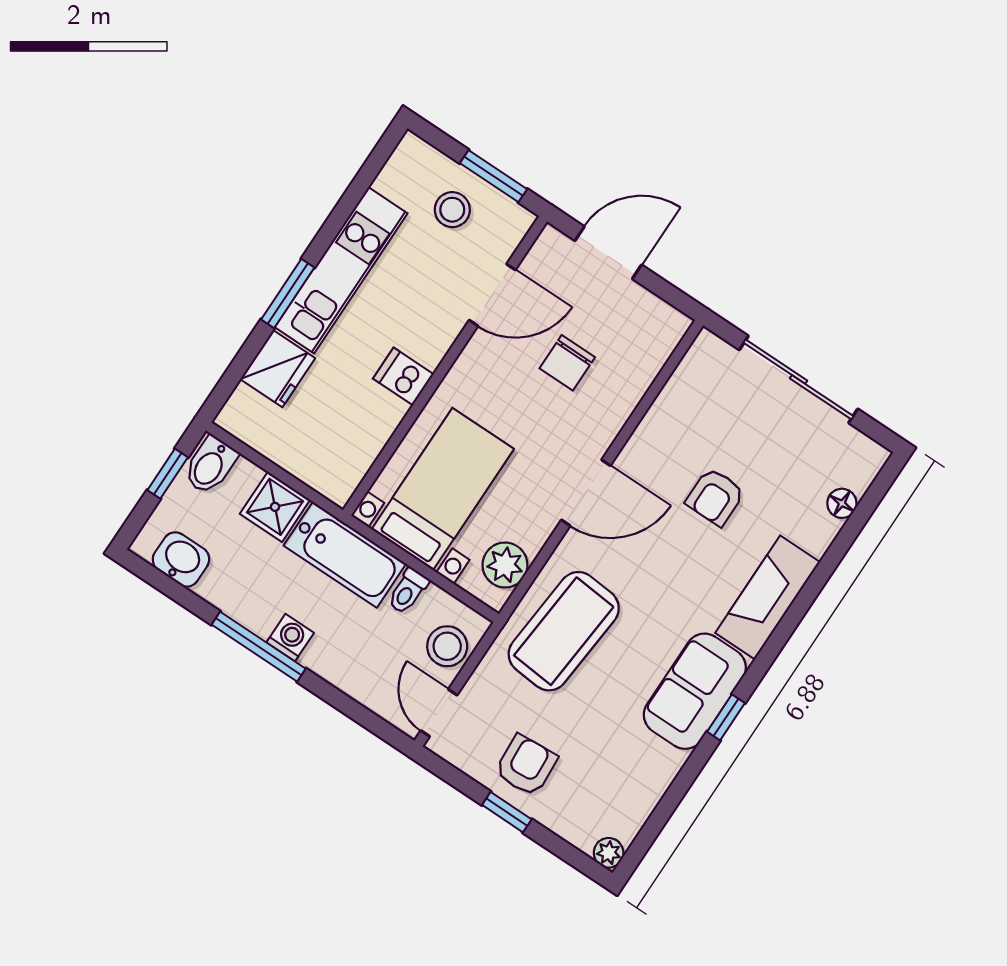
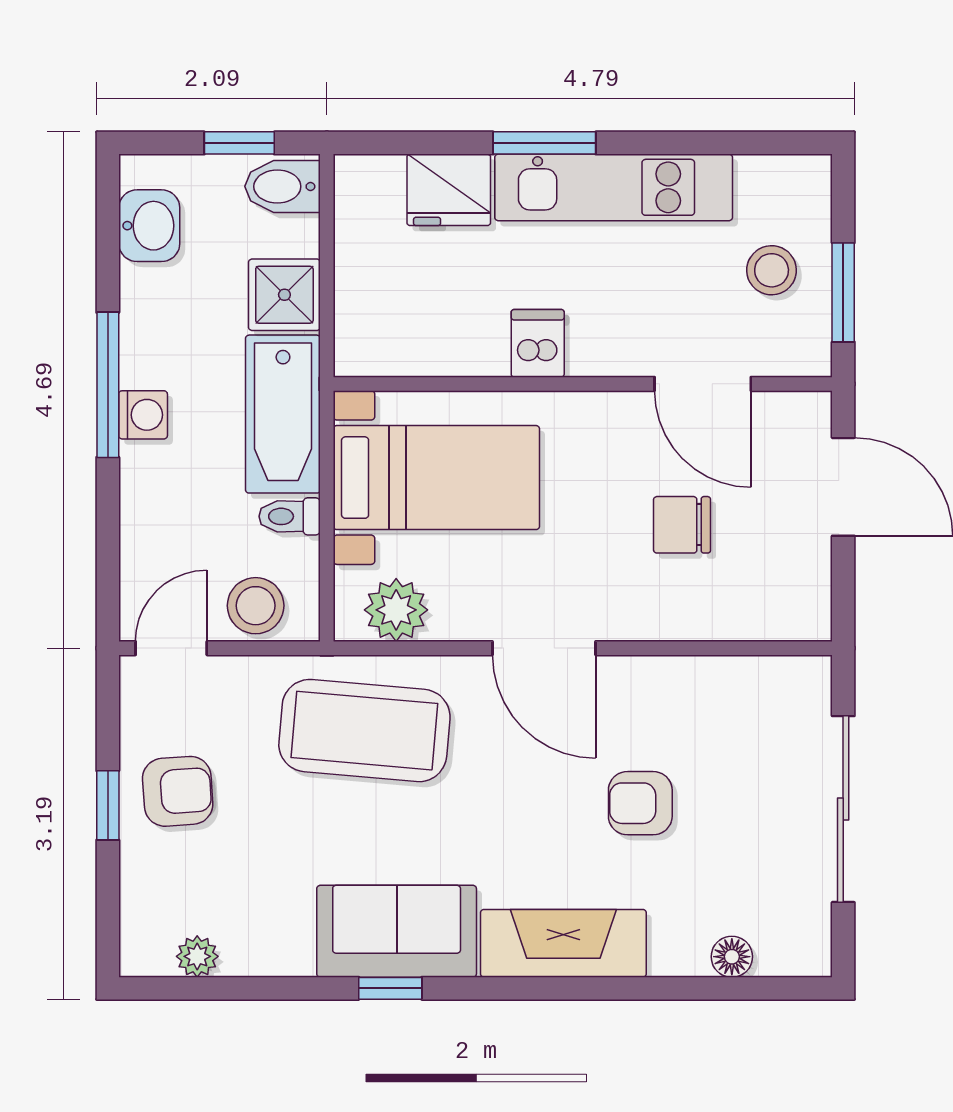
plant: (609, 853) -> (197, 956), moved

